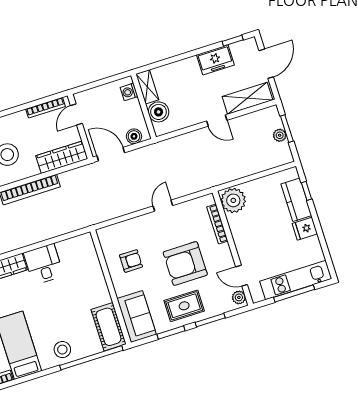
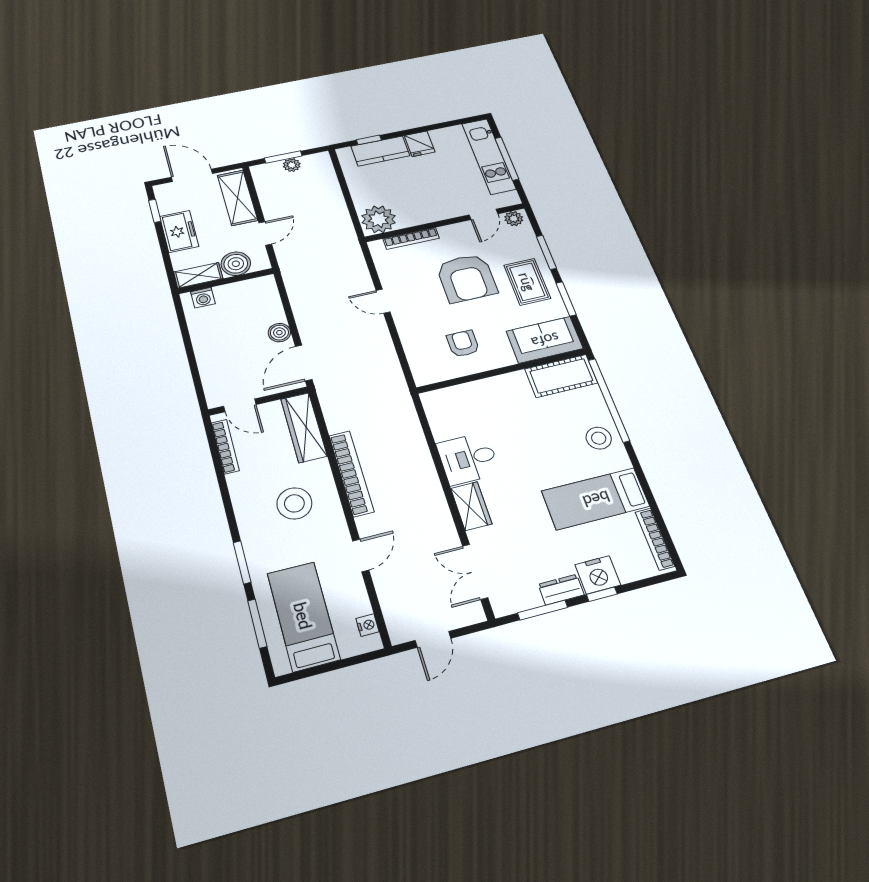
shelving: (147, 87) -> (198, 275), moved
washing machine: (129, 92) -> (203, 298), moved
wall: (144, 106) -> (226, 281), moved
boiler: (159, 112) -> (236, 264), moved

